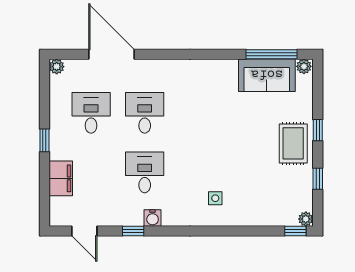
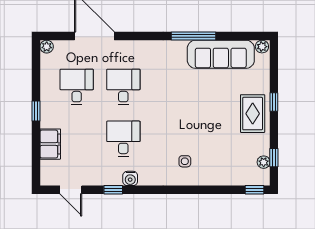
window: (271, 54) -> (193, 36), moved
sofa: (267, 75) -> (221, 54), width x1.36
window: (318, 179) -> (274, 158), moved
plant: (306, 219) -> (264, 162), moved

